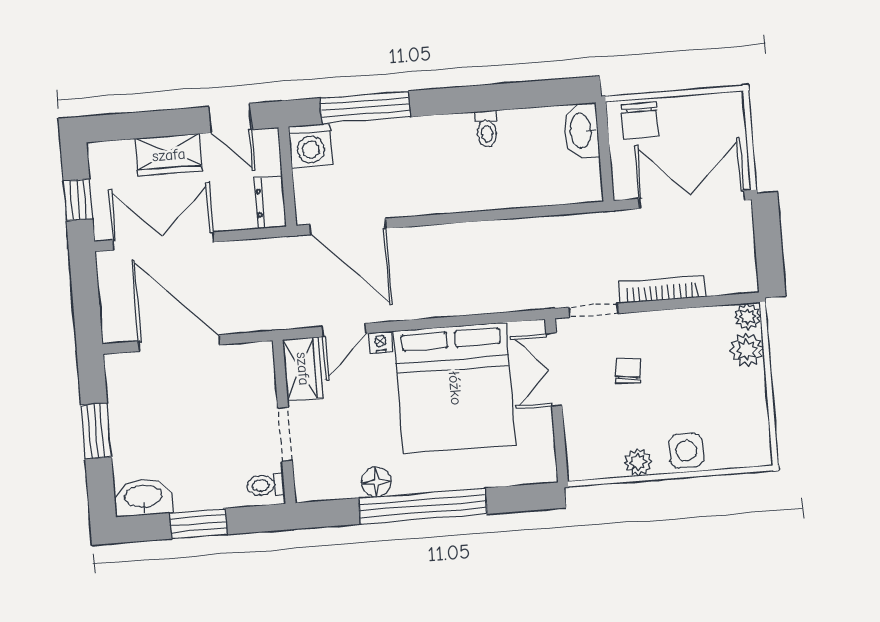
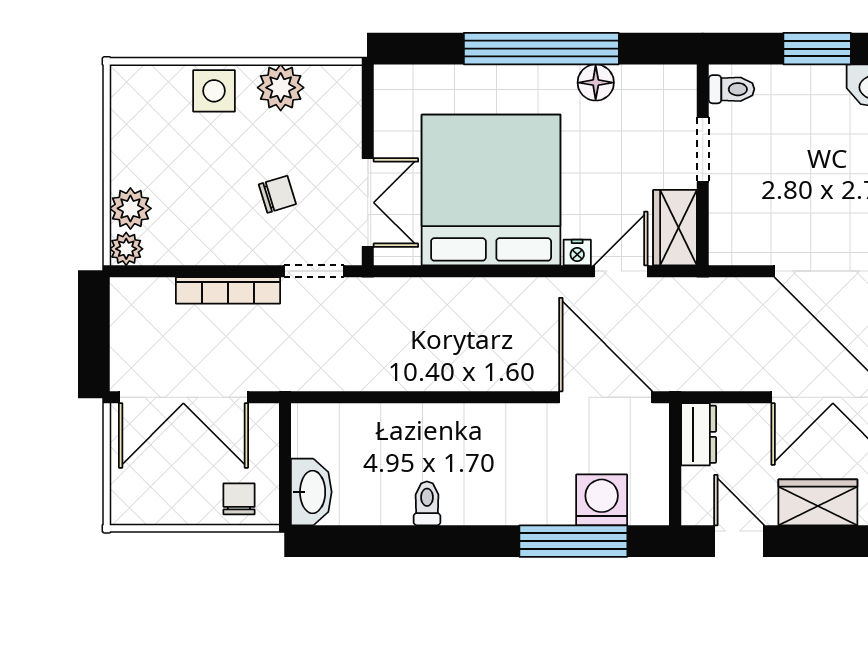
chair: (640, 120) -> (239, 499), width x0.73, depth x0.73
washing machine: (311, 146) -> (602, 500), moved
chair: (628, 371) -> (277, 194), turned -114
plant: (638, 462) -> (281, 88), width x1.38, depth x1.38

